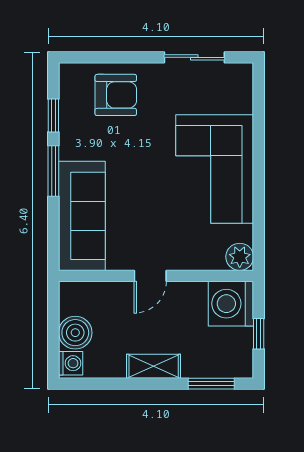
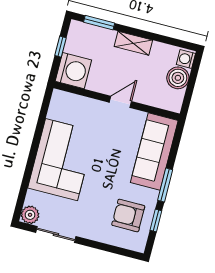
armchair: (116, 95) -> (128, 215), moved
plant: (240, 257) -> (30, 215), moved

